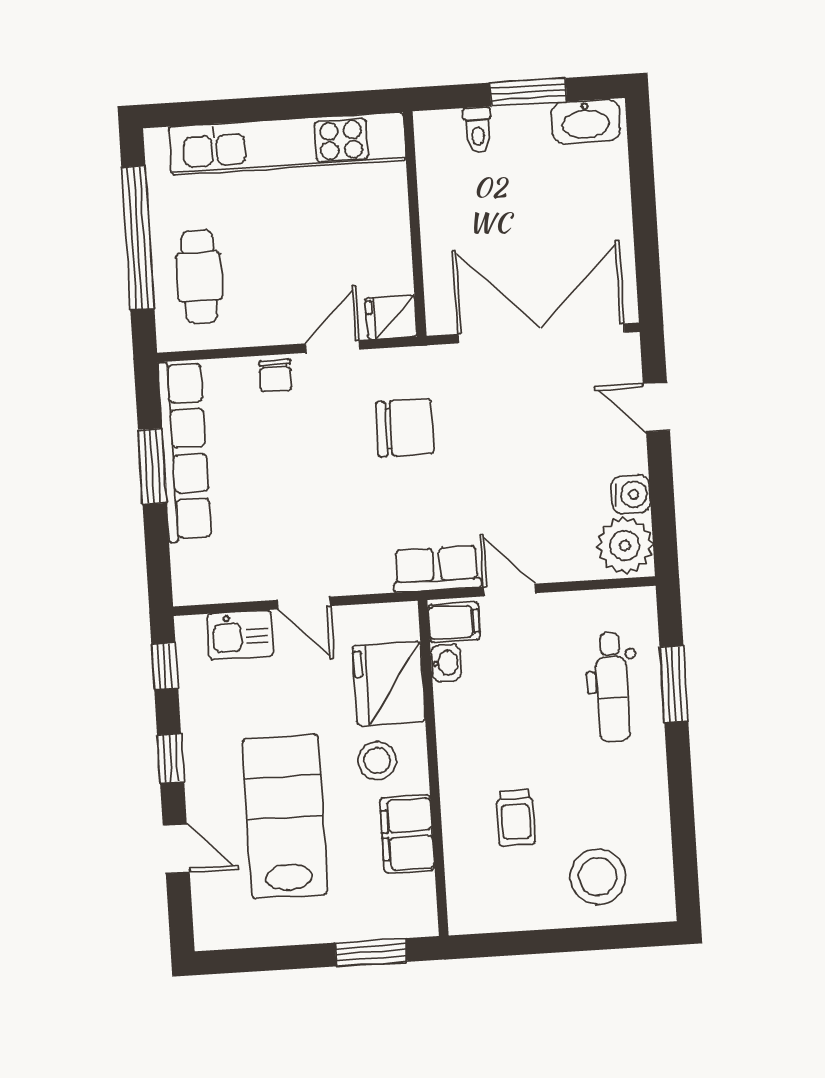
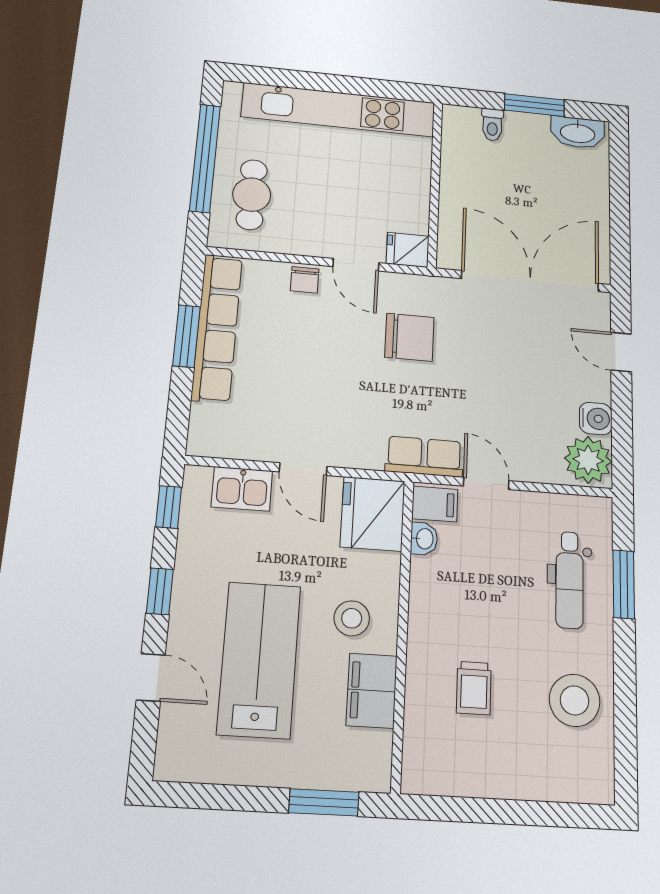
door: (333, 346) -> (356, 265), swing flipped
fridge: (389, 683) -> (373, 514), moved
stool: (598, 877) -> (575, 700), moved

